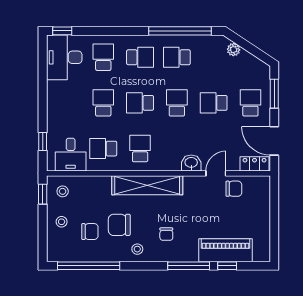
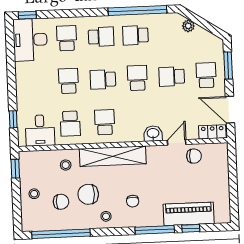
school desk: (103, 149) -> (70, 124), turned -90
stool: (63, 191) -> (66, 165), moved

